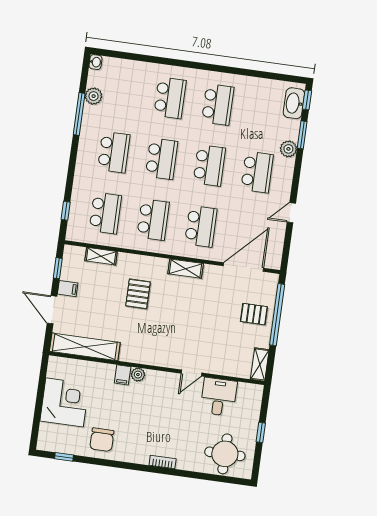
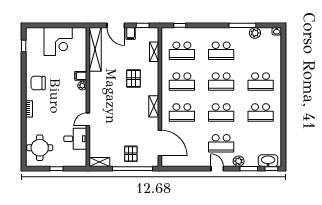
door: (291, 213) -> (217, 169), moved
pallet: (138, 294) -> (133, 79), turned 90
door: (52, 310) -> (116, 25), swing flipped
door: (191, 373) -> (88, 119), hinge flipped
chair: (102, 440) -> (38, 83), moved

